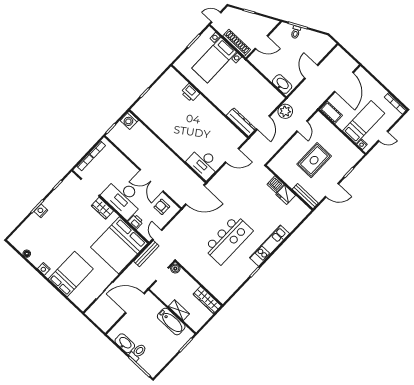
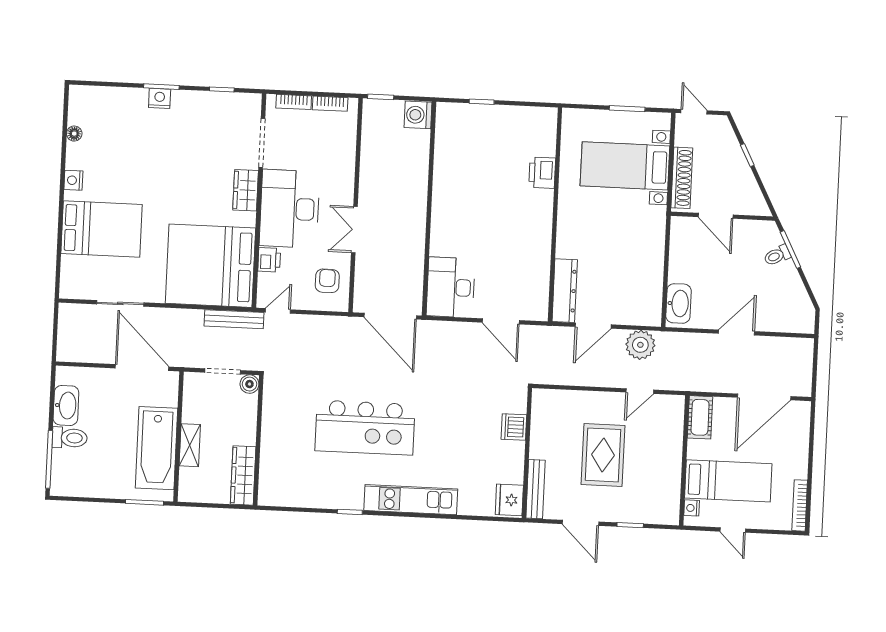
rug: (314, 160) -> (603, 455), turned 90
double door: (152, 180) -> (354, 230), width x0.73
fridge: (286, 195) -> (509, 500), moved
bathtub: (171, 322) -> (157, 448), width x1.36, depth x1.36

